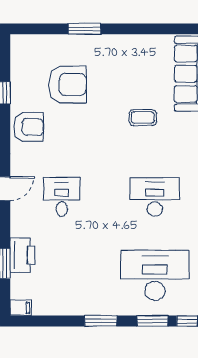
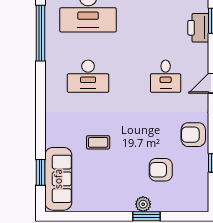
plant: (89, 43) -> (143, 204), added
armchair: (68, 85) -> (161, 170), width x0.73, depth x0.73

